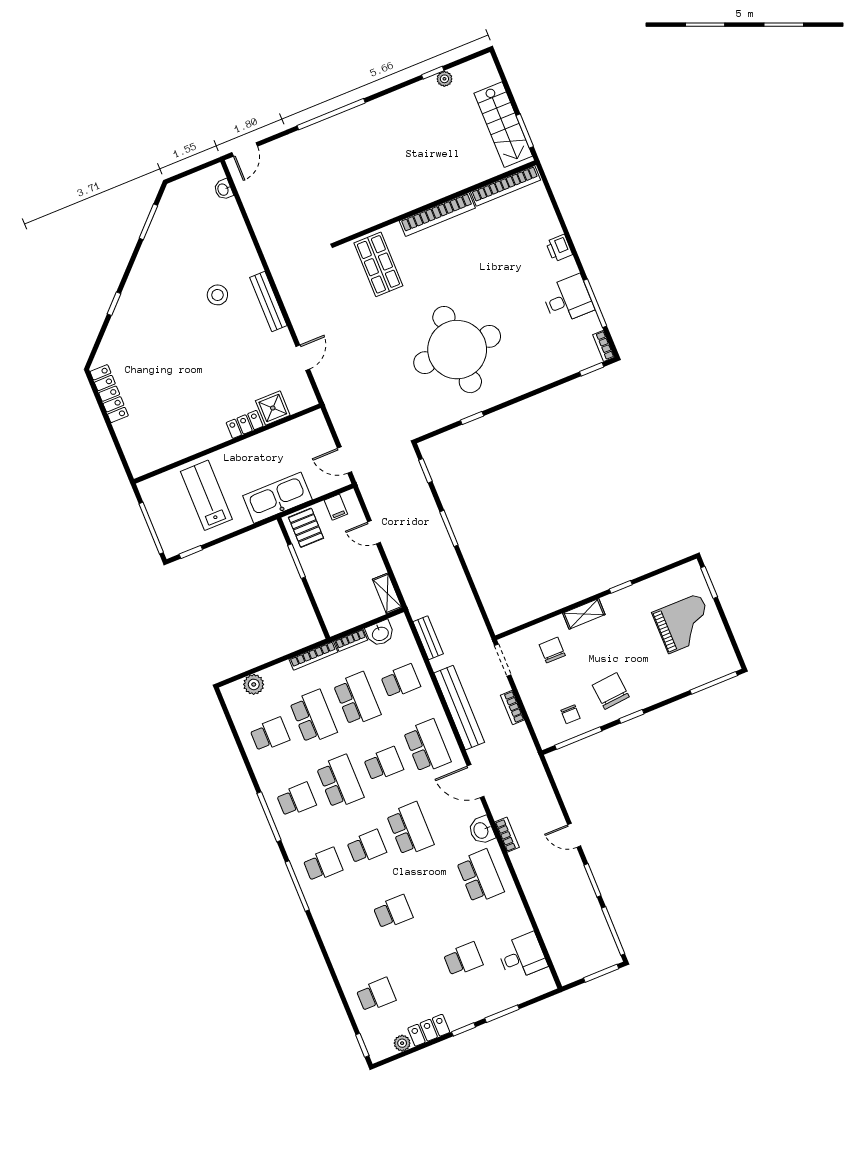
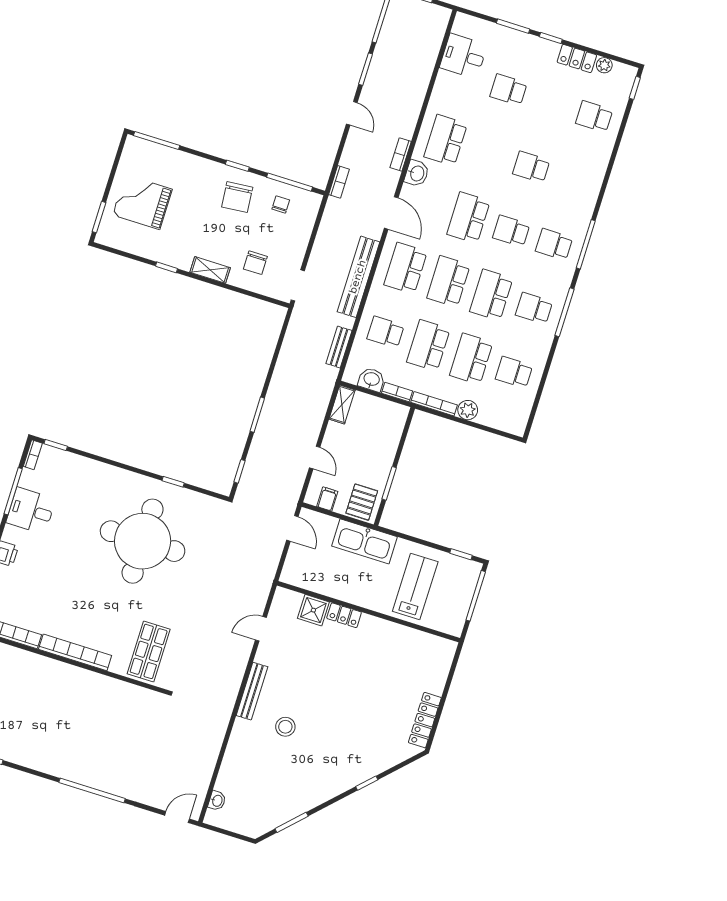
lab bench: (206, 495) -> (415, 586), turned 180
plant: (254, 684) -> (468, 410), moved
bookcase: (513, 707) -> (339, 182), moved
school desk: (383, 764) -> (448, 281), width x1.85

